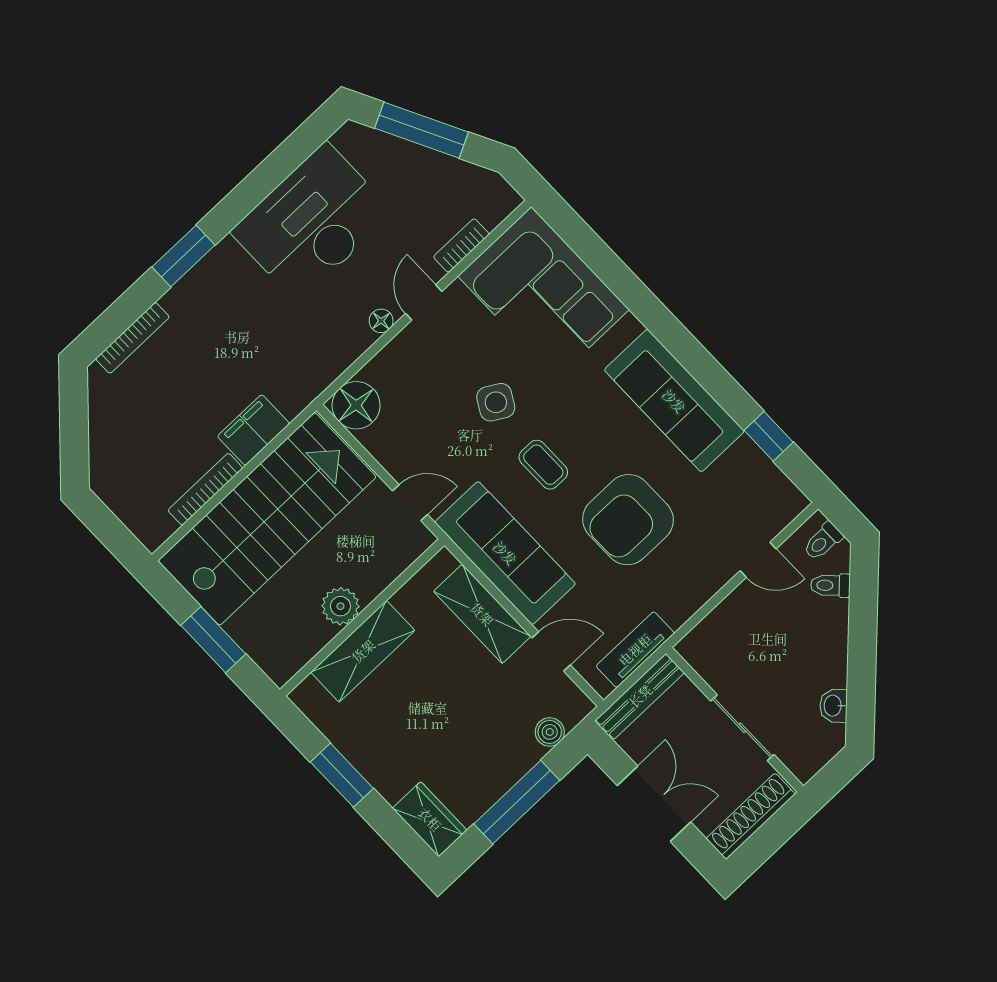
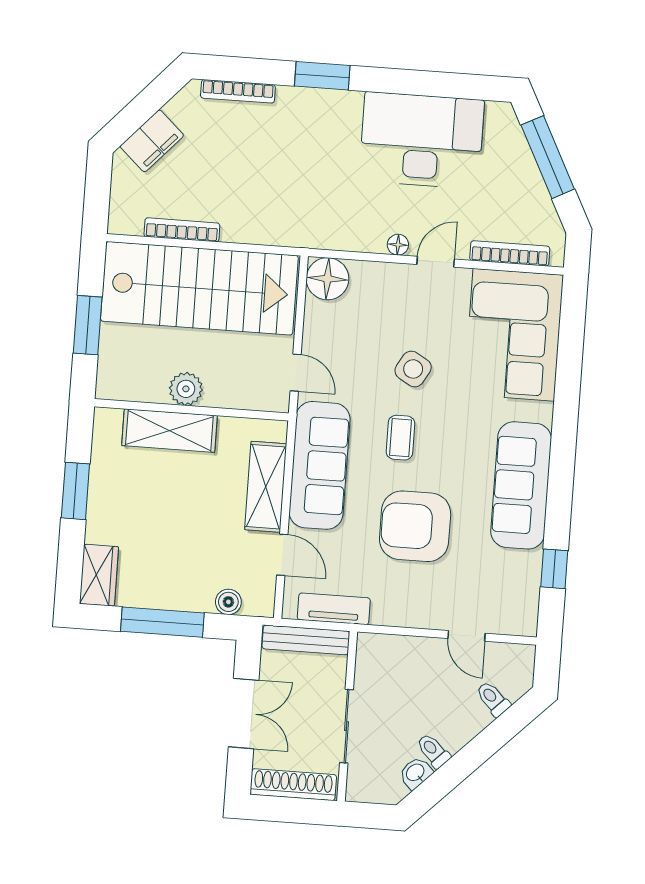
bookcase: (461, 245) -> (510, 253), width x1.56
filing cabinet: (253, 430) -> (152, 141), moved, turned 133
toilet: (823, 541) -> (433, 751), moved, turned 45

